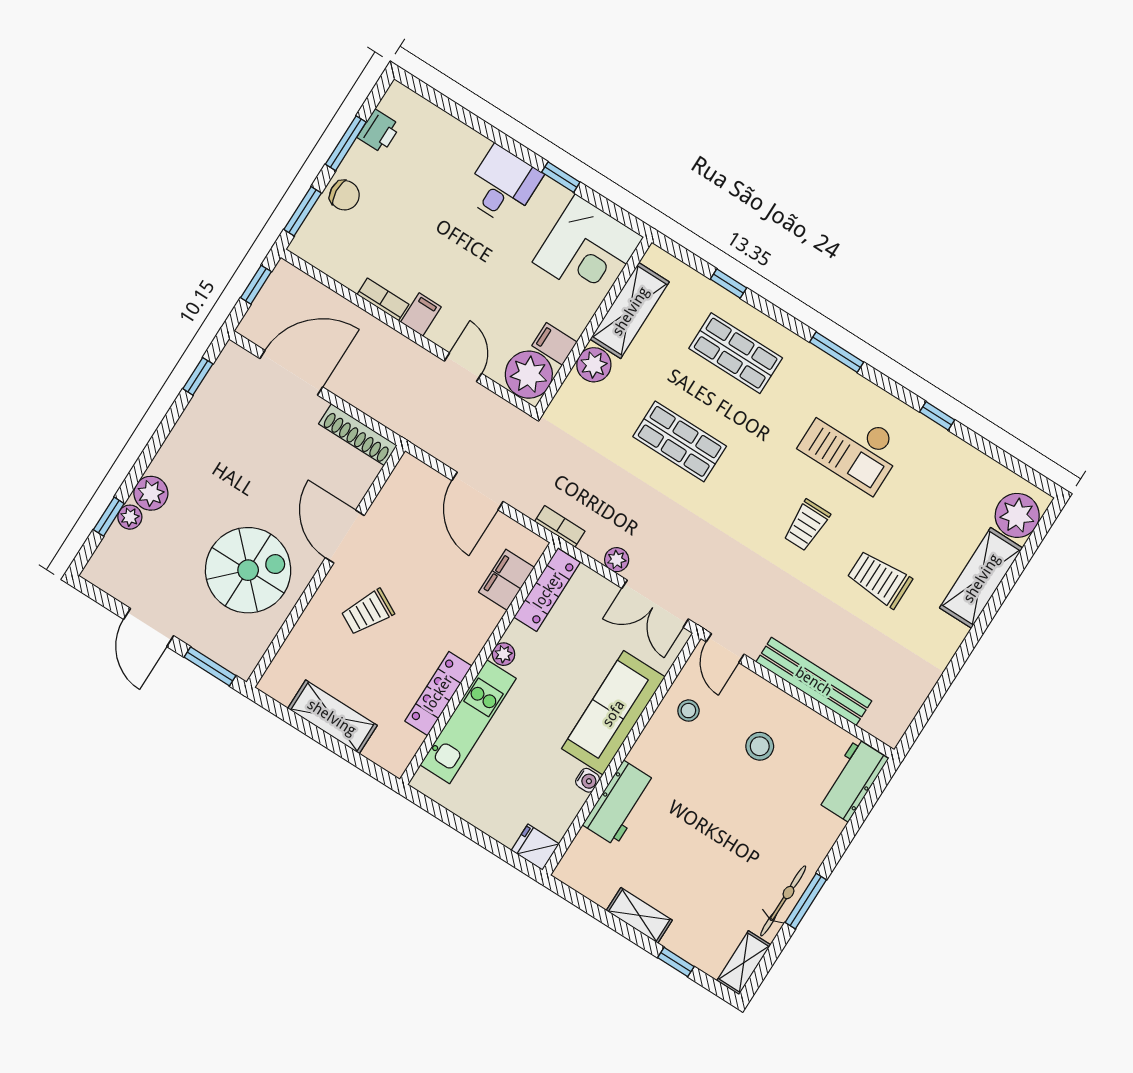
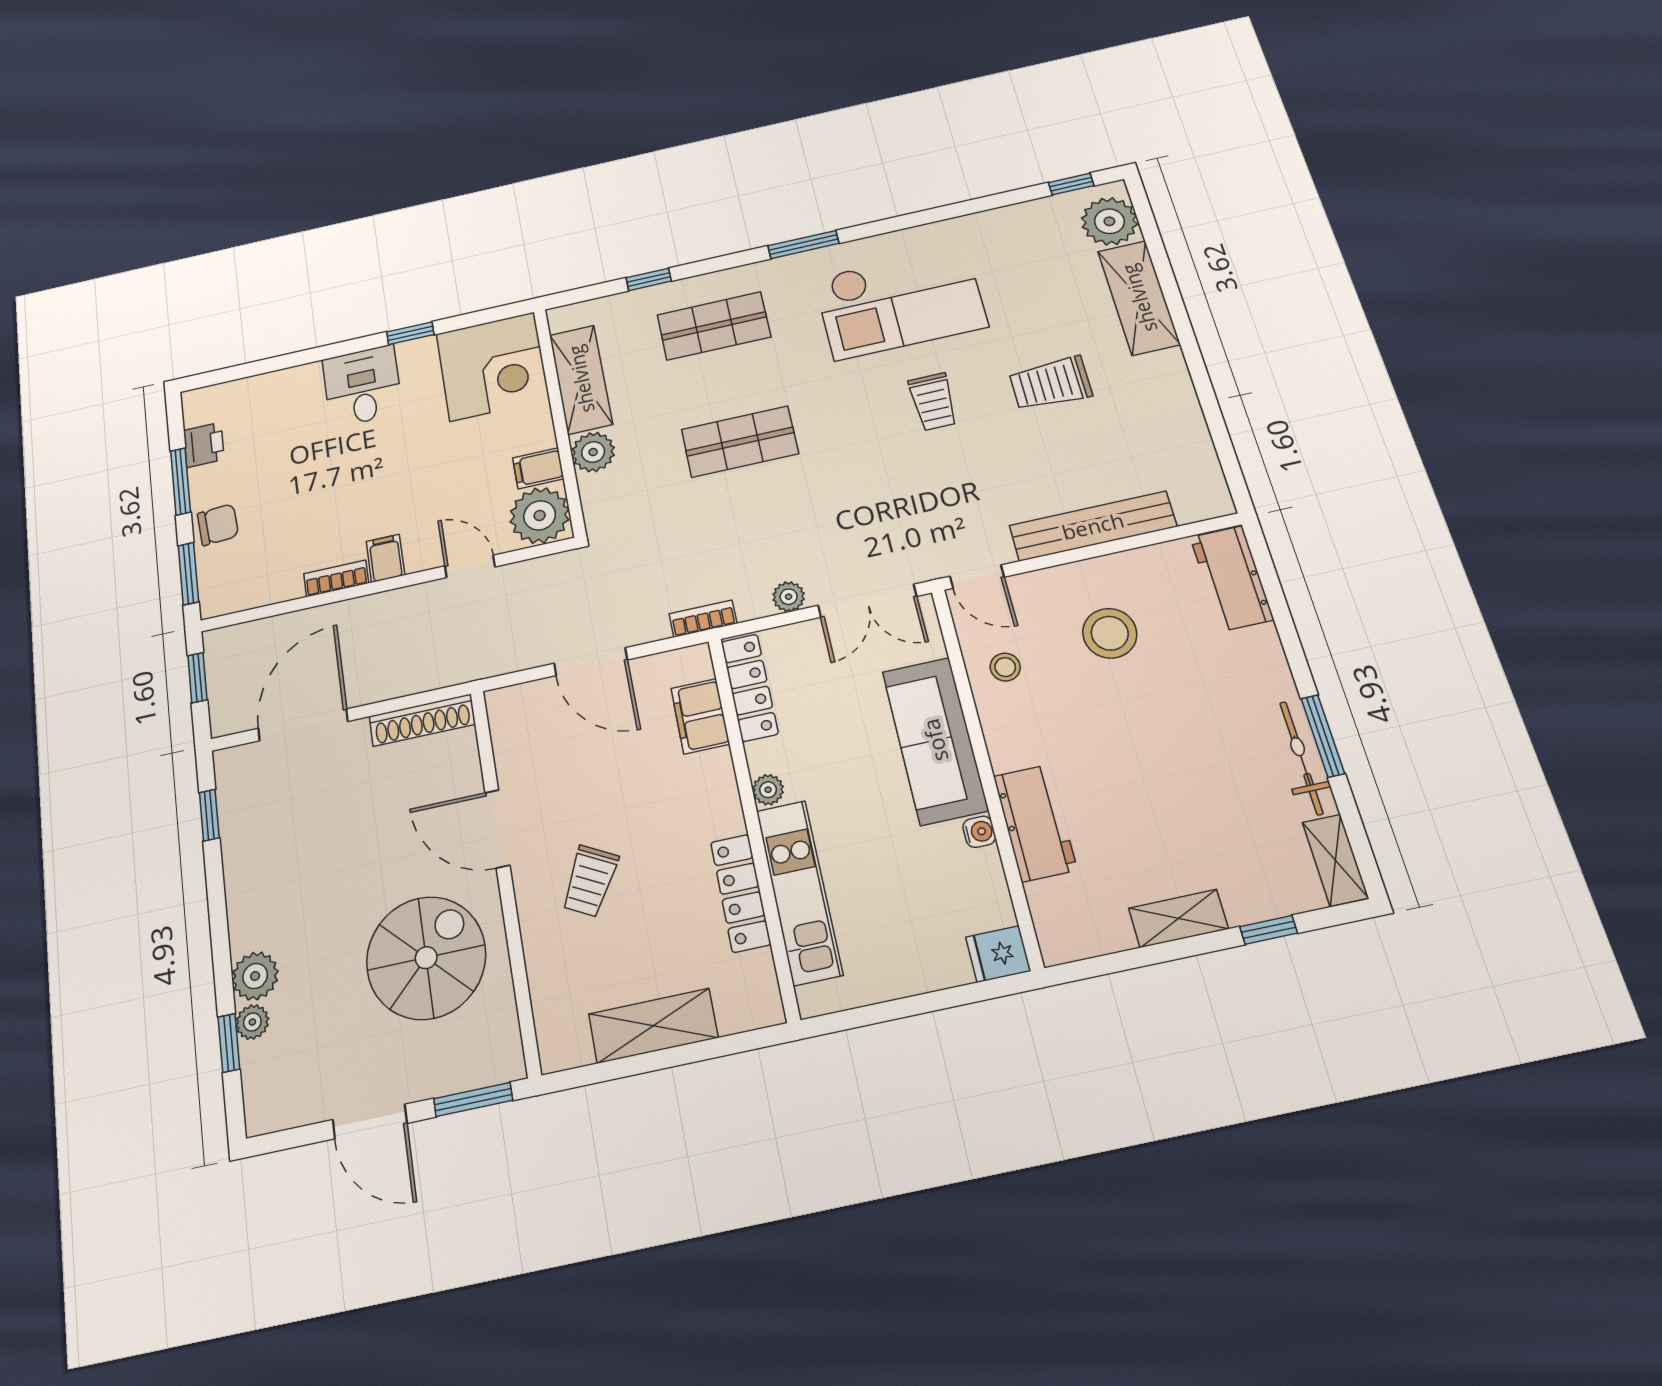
window: (937, 416) -> (1071, 184), moved
checkout: (852, 446) -> (900, 302), width x1.36, depth x1.21
stool: (760, 746) -> (1110, 633), width x1.38, depth x1.38

